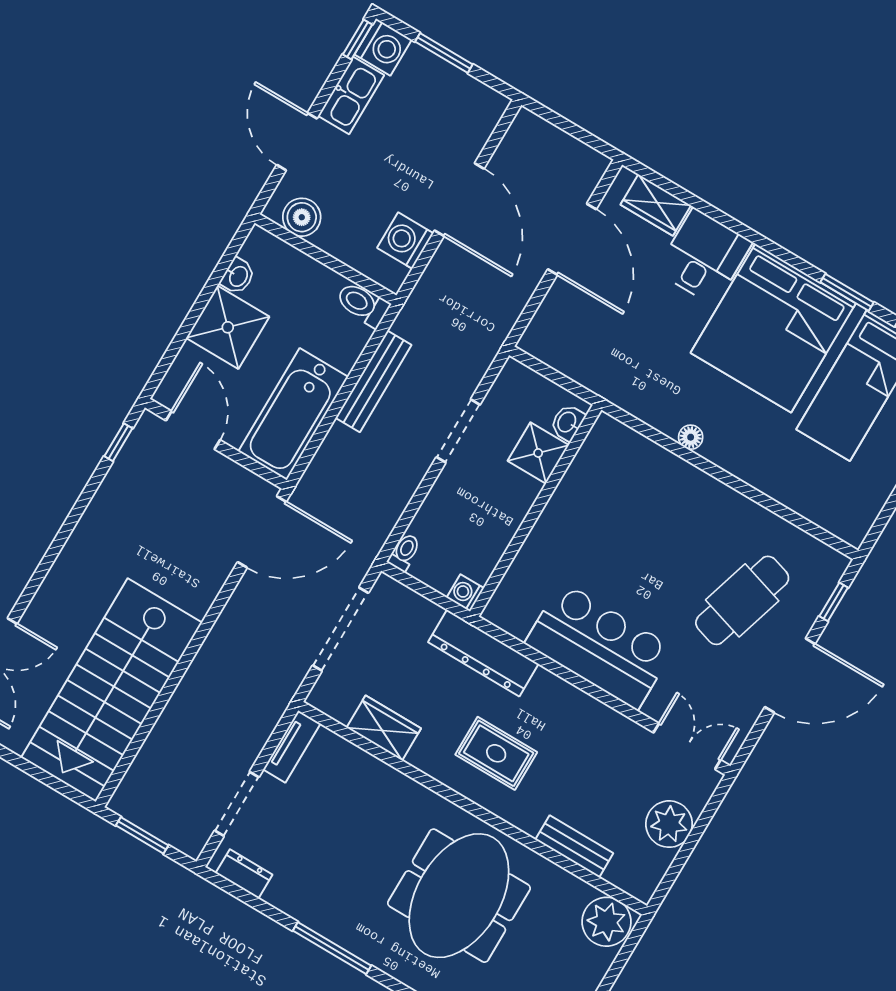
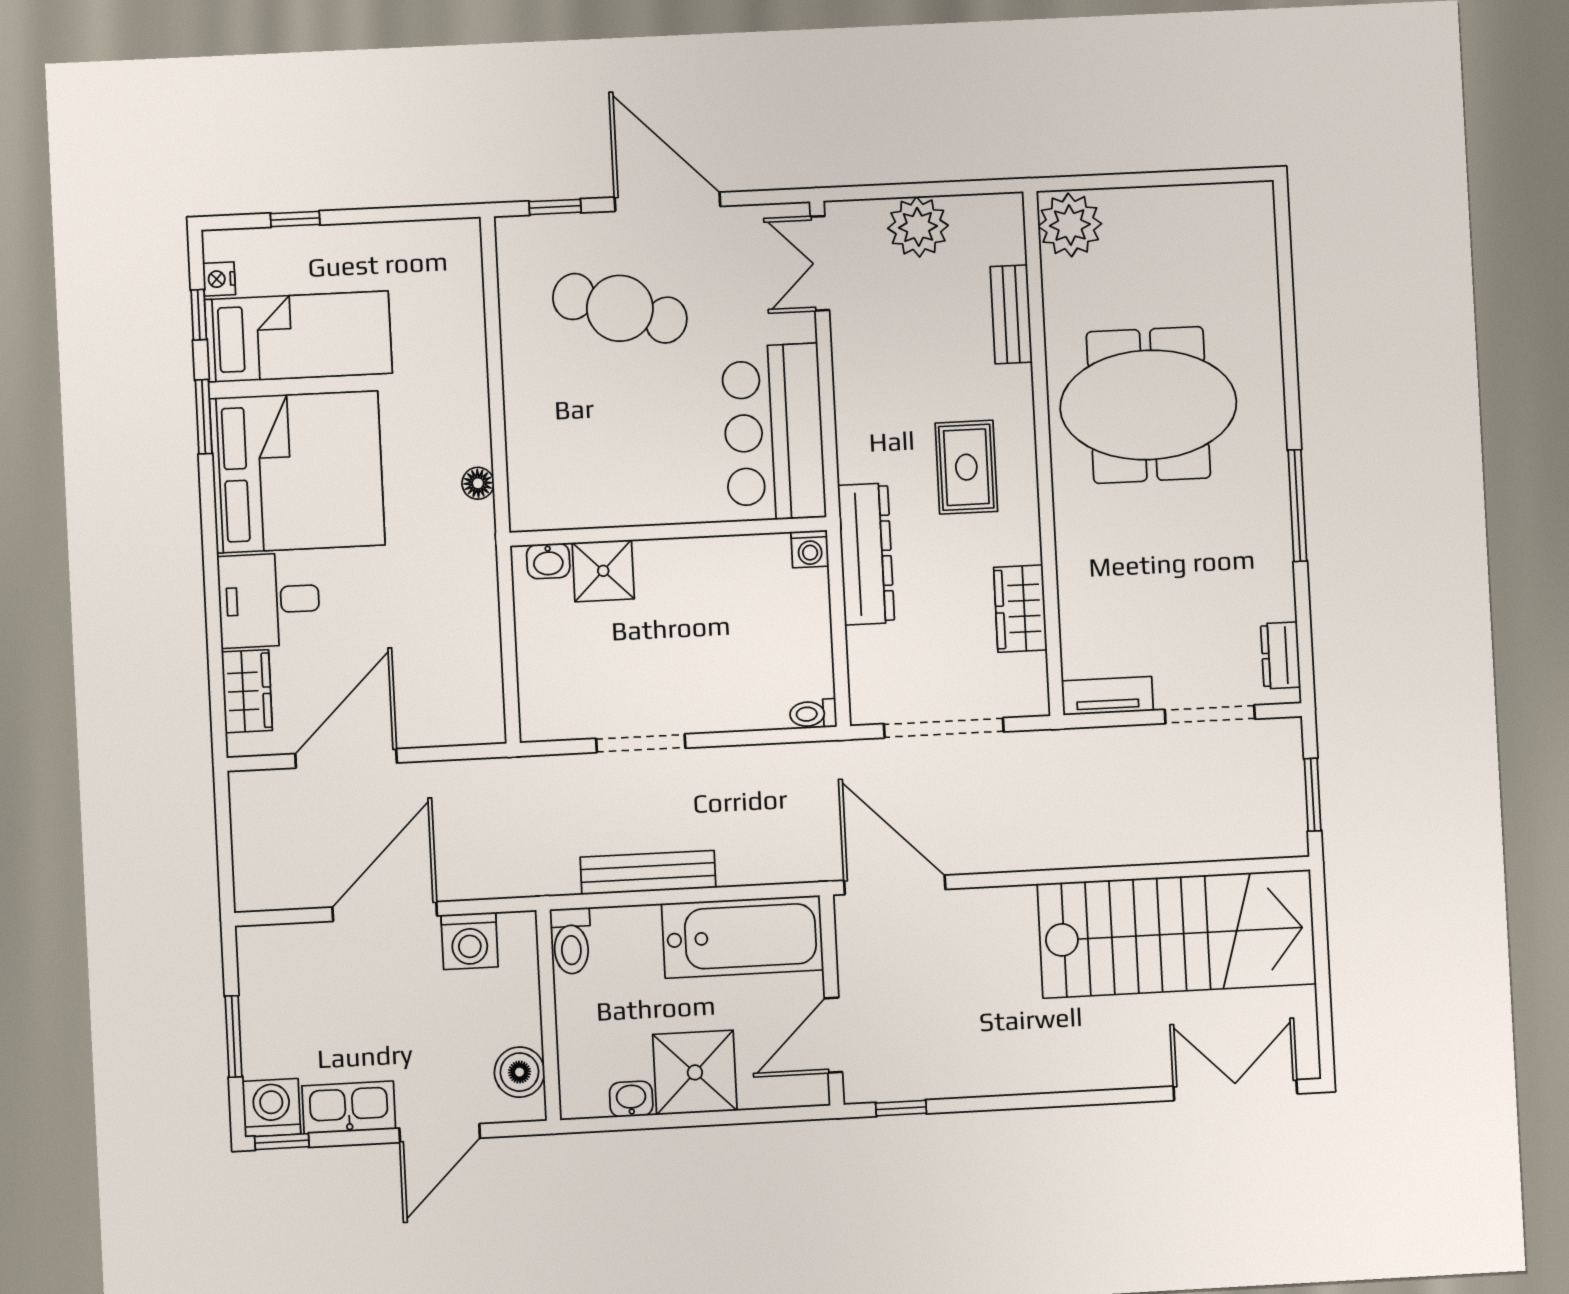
washbasin: (567, 422) -> (548, 561), moved
shower: (538, 453) -> (603, 571), moved
wall: (536, 511) -> (668, 531), moved
washing machine: (465, 593) -> (810, 549), moved

